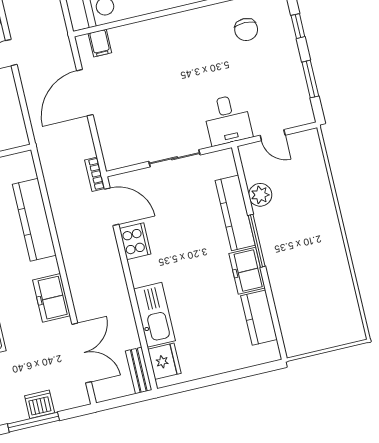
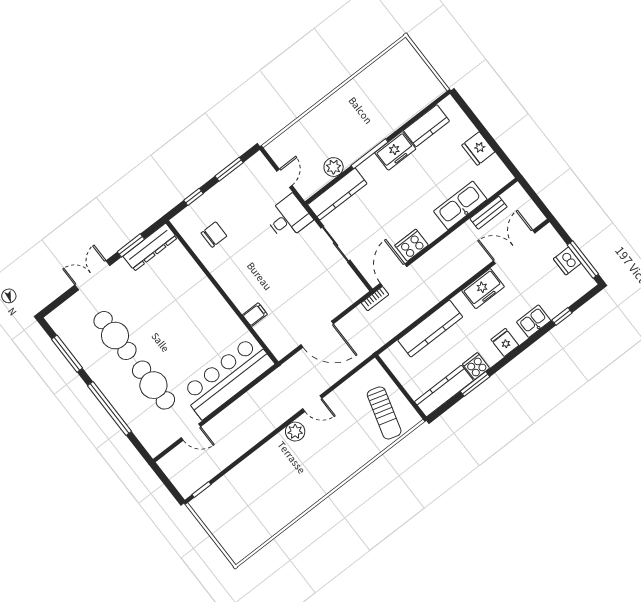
filing cabinet: (100, 43) -> (255, 315), moved
kitchen counter: (235, 213) -> (337, 194), moved
fridge: (164, 361) -> (478, 149), moved, turned -90
bench: (139, 370) -> (489, 213), moved

